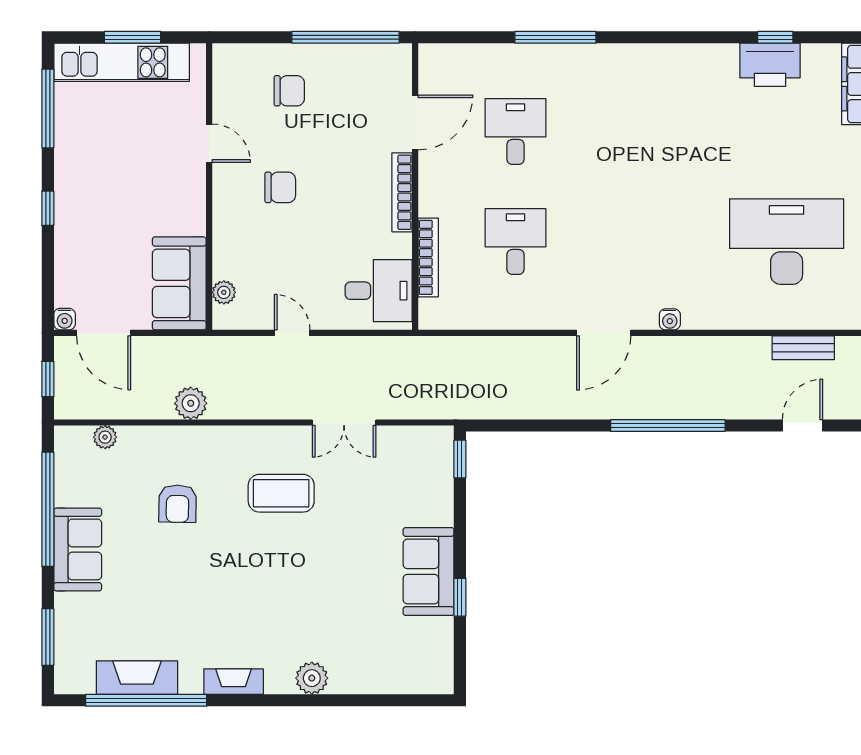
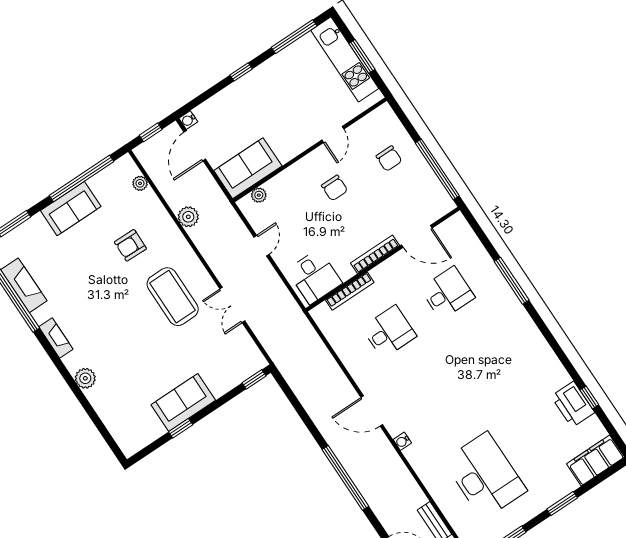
coffee table: (281, 493) -> (173, 297), width x1.36, depth x1.32

